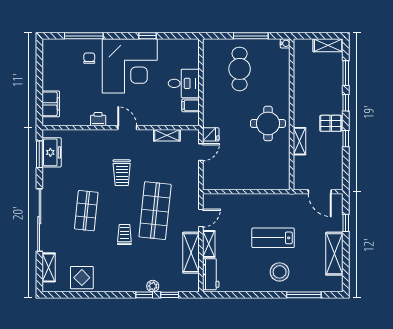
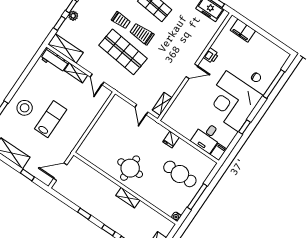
desk: (184, 83) -> (207, 137), moved
filing cabinet: (191, 105) -> (218, 152), moved
pallet: (331, 123) -> (101, 211), removed
fridge: (211, 134) -> (171, 139), moved
shelving: (167, 135) -> (162, 104), moved
shelving: (300, 141) -> (128, 198), moved
trolley: (122, 173) -> (142, 34), moved
shelving: (191, 253) -> (66, 49), moved

